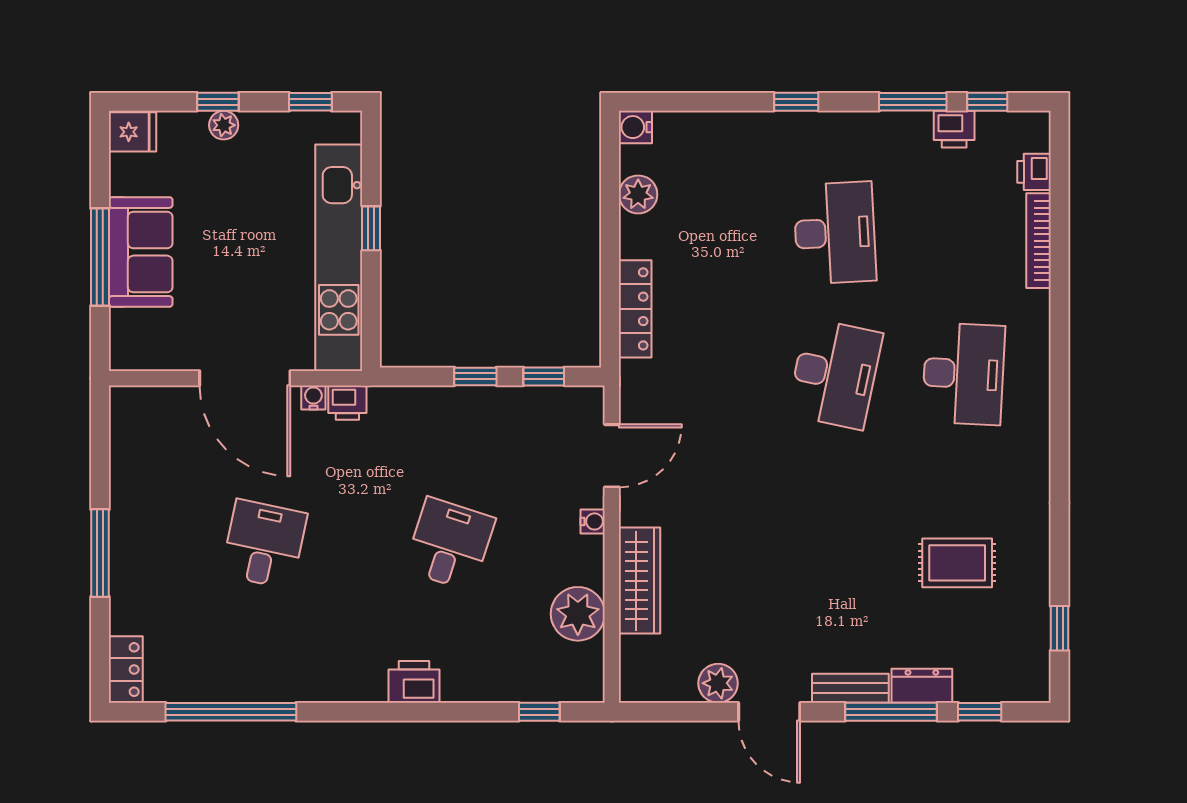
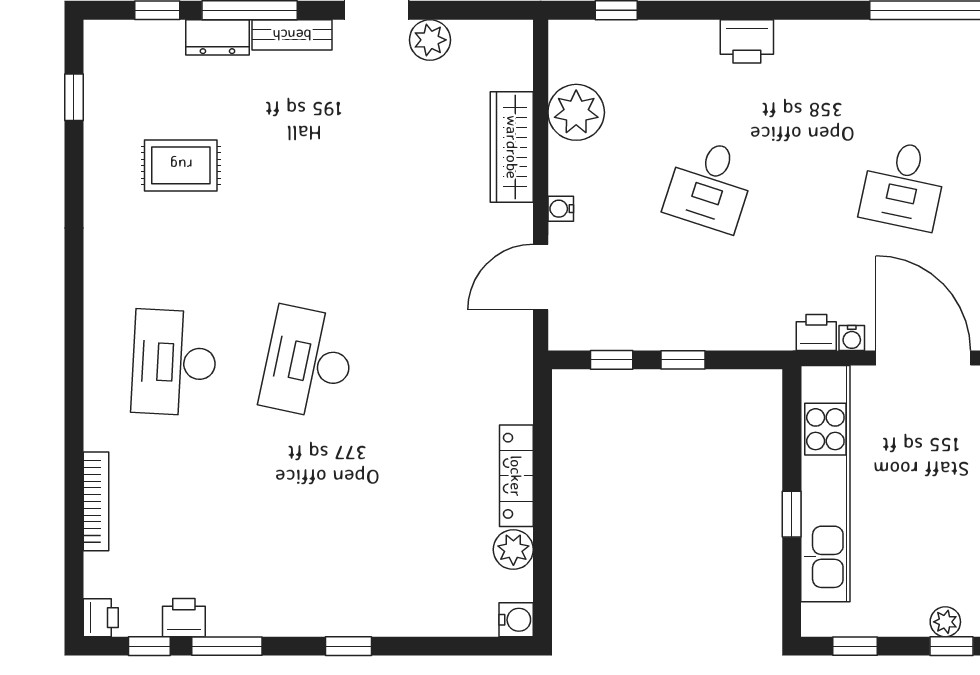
printer: (1034, 172) -> (101, 618), moved
desk: (835, 233) -> (308, 510), removed
locker: (635, 309) -> (516, 476), moved

